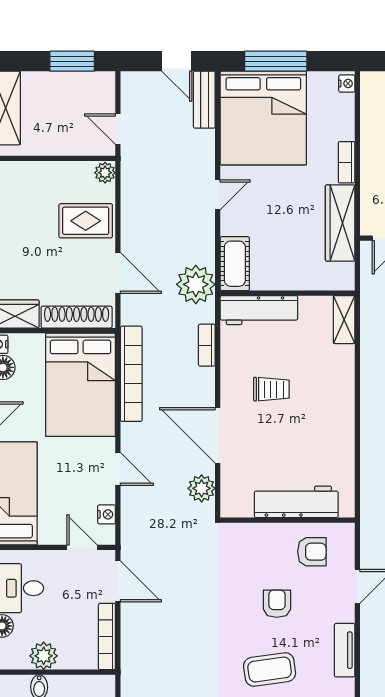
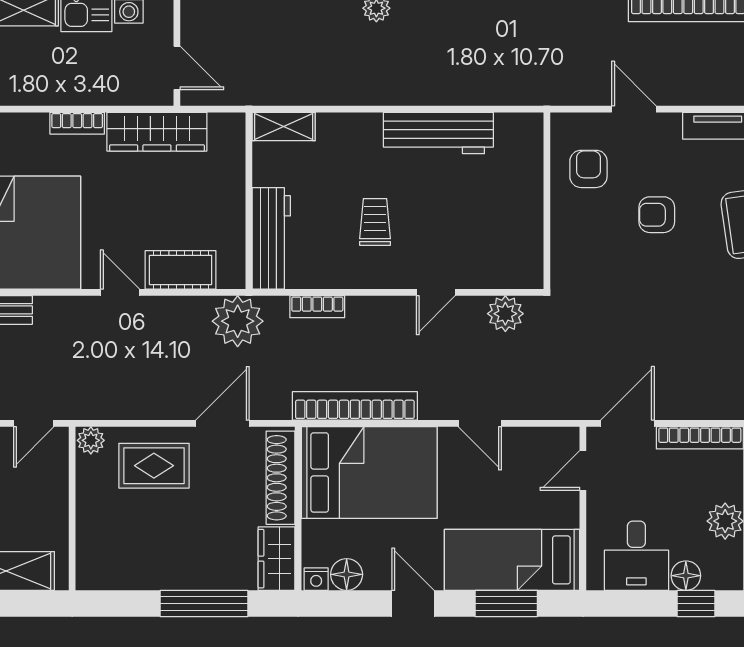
rug: (86, 221) -> (154, 466), turned 90
cot: (235, 264) -> (181, 270), moved
door: (218, 435) -> (436, 292), width x0.53
door: (118, 469) -> (480, 423), swing flipped
workbench: (296, 502) -> (438, 133), moved, turned -90
nightstand: (107, 514) -> (539, 438), removed

